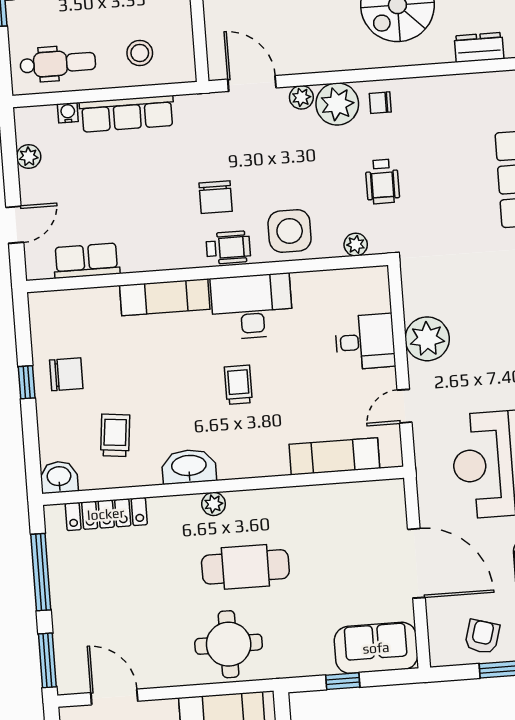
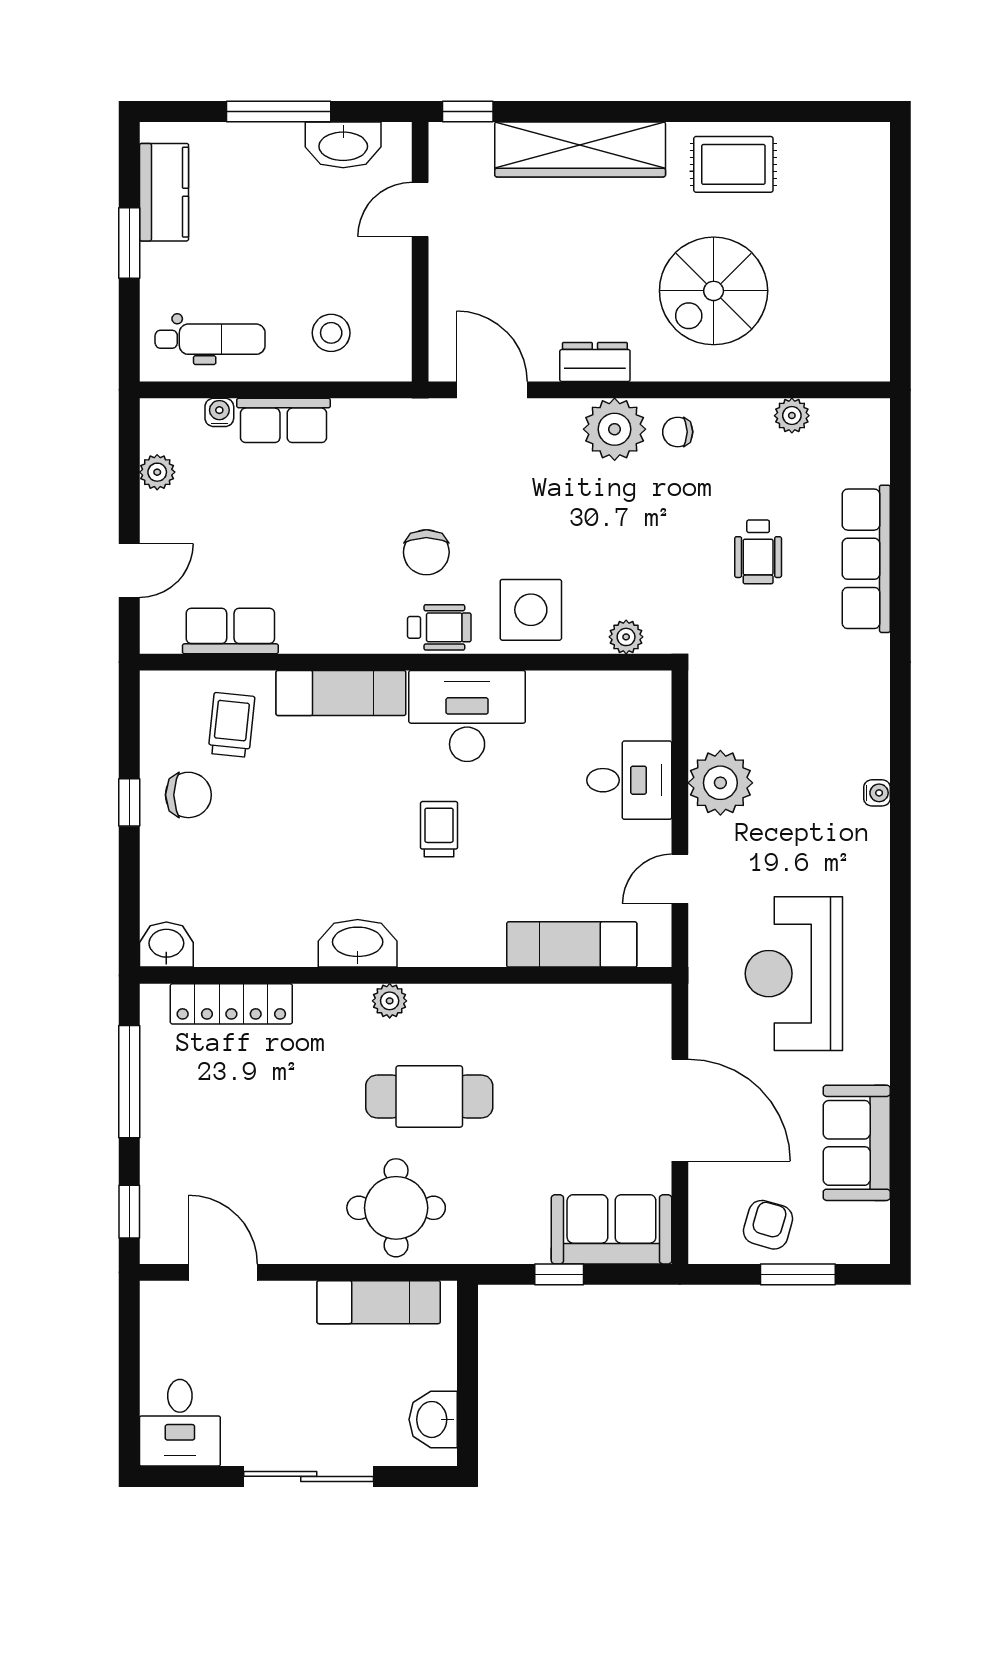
dresser: (479, 47) -> (595, 362), moved
plant: (301, 97) -> (792, 416), moved
row of seats: (127, 114) -> (284, 420), width x0.68
wheelchair: (382, 181) -> (758, 552), moved
trolley: (115, 435) -> (231, 725), moved
window: (47, 660) -> (129, 1212), width x0.67

